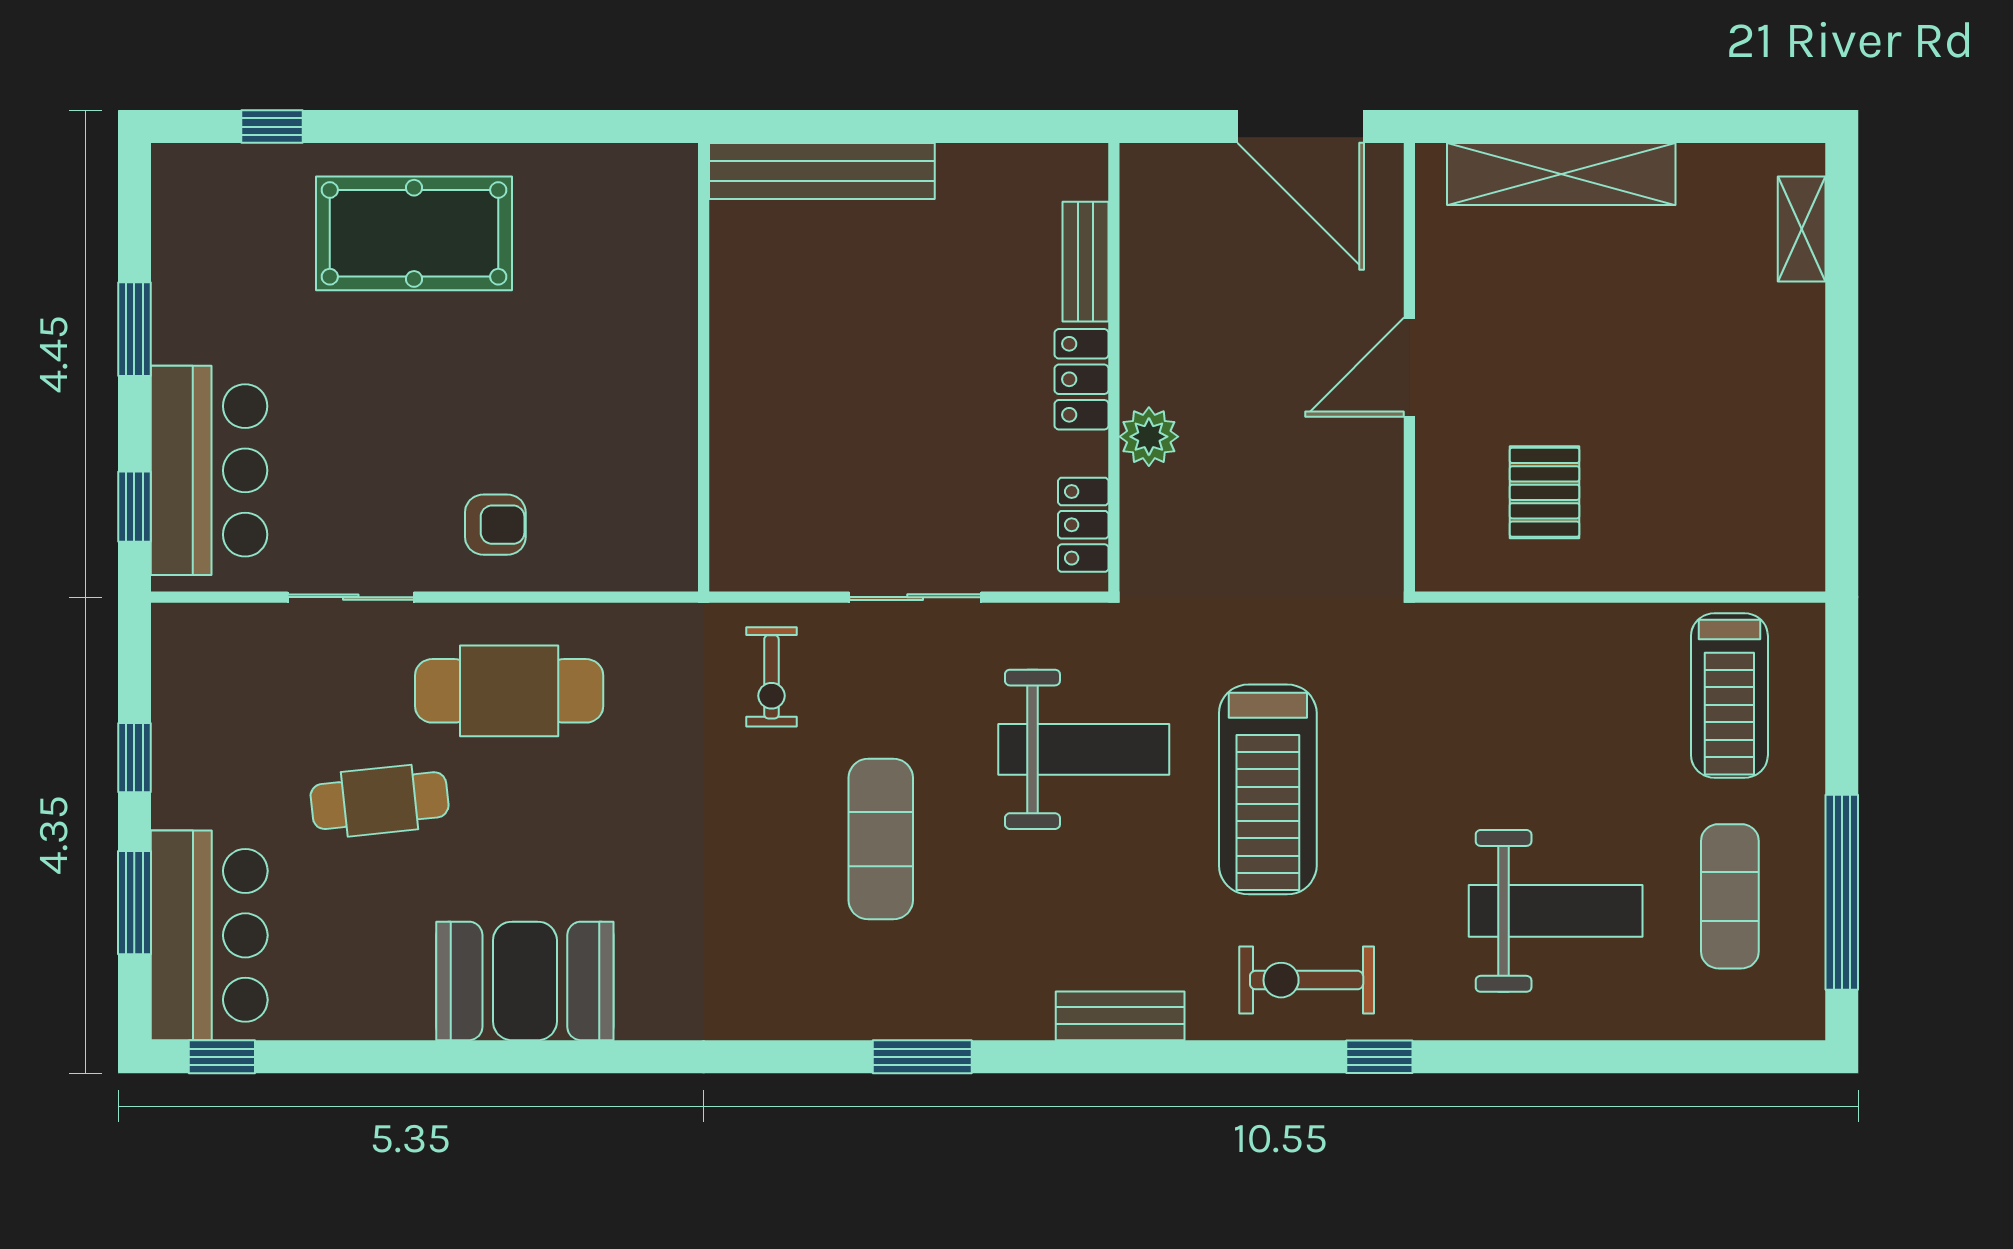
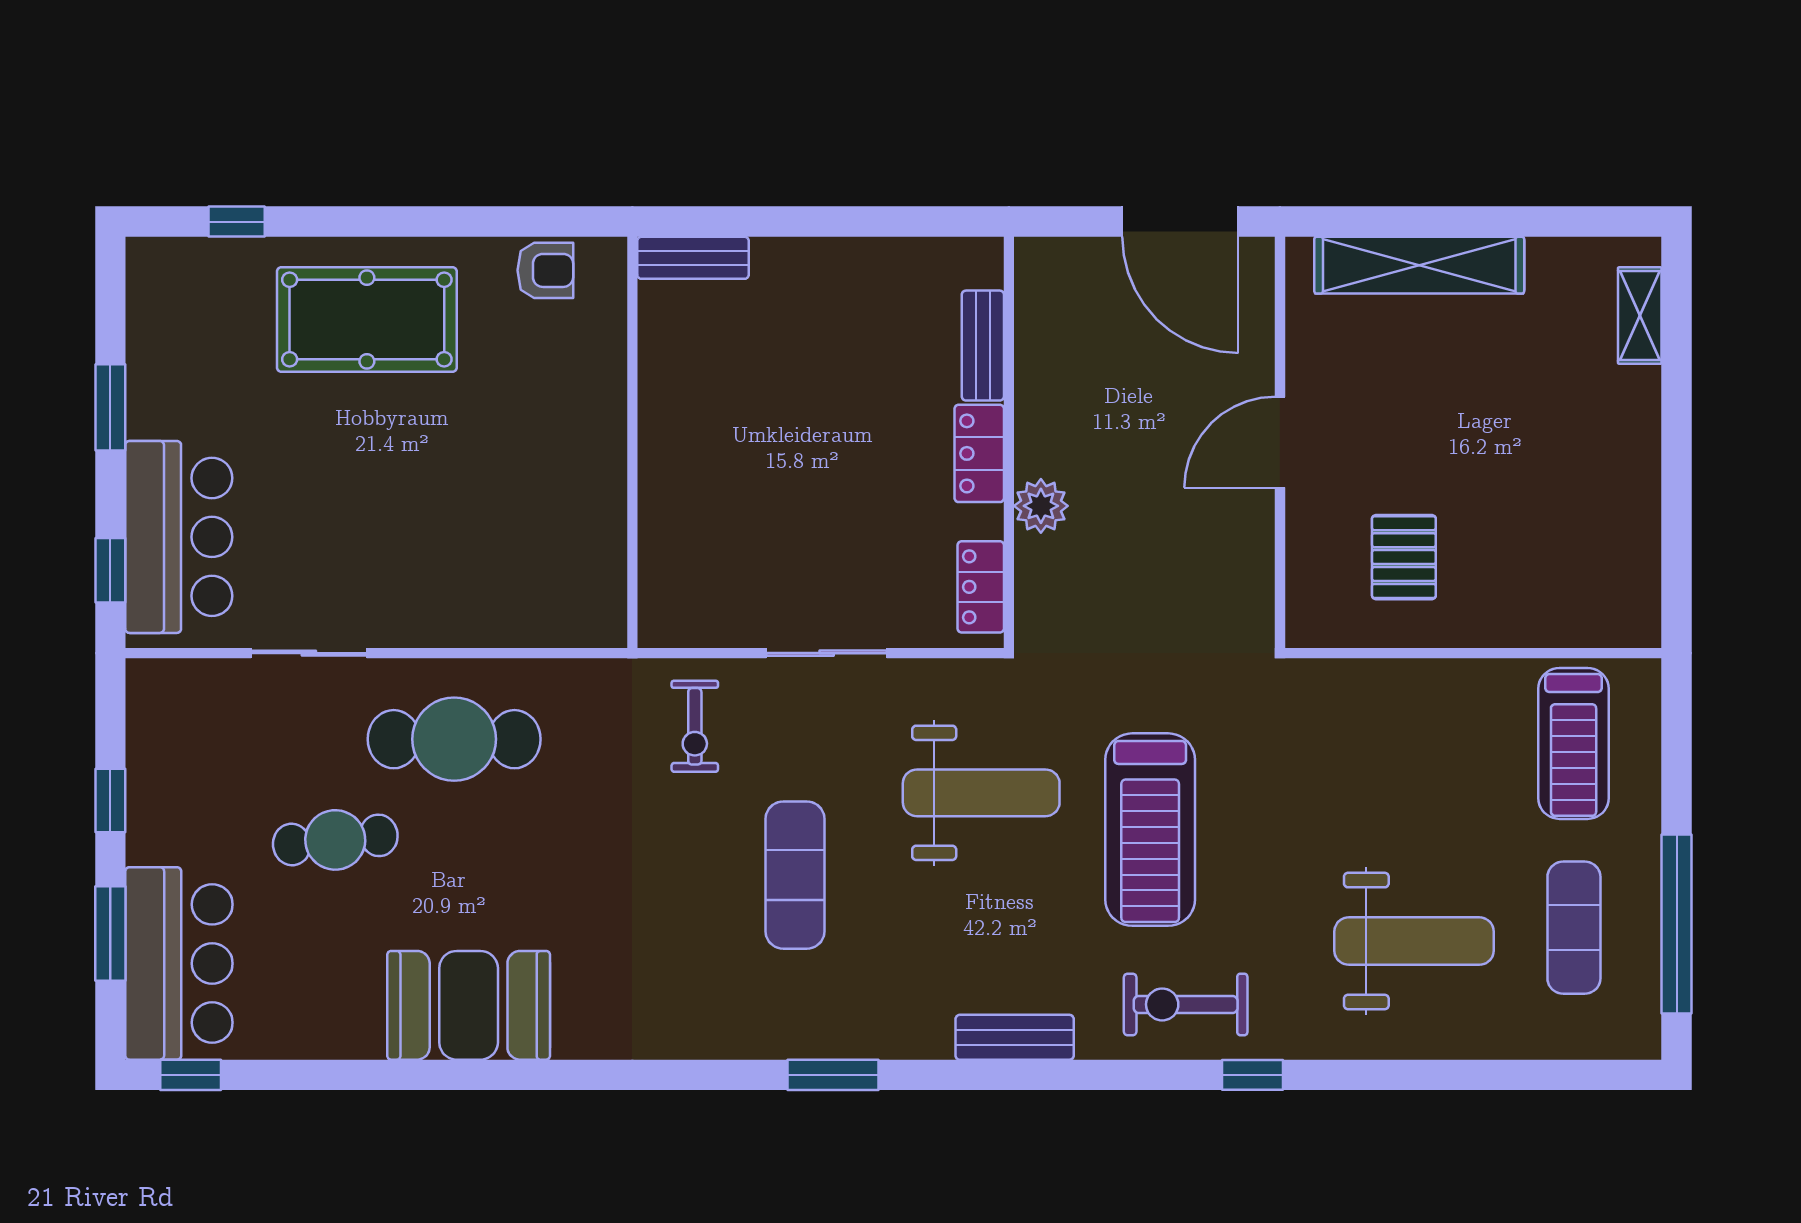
bench: (822, 171) -> (693, 258), width x0.54, depth x0.82
armchair: (495, 525) -> (545, 270), moved

